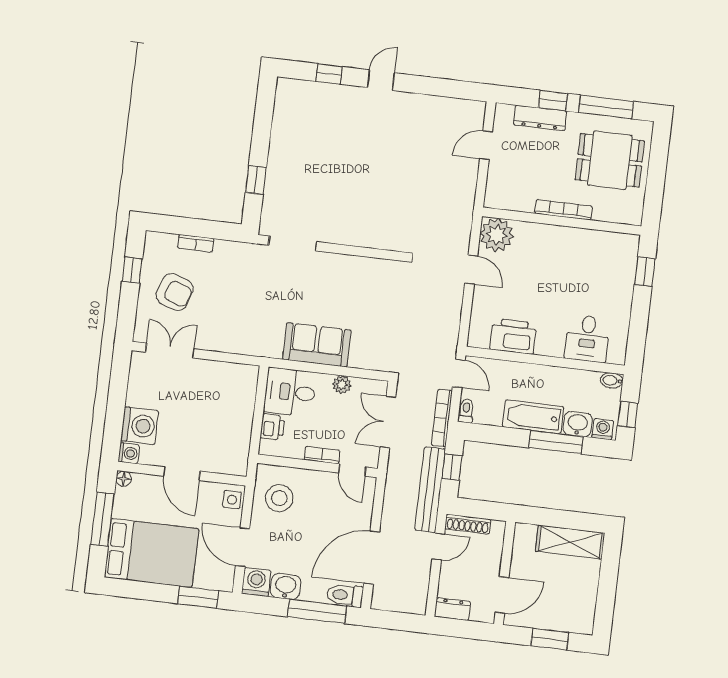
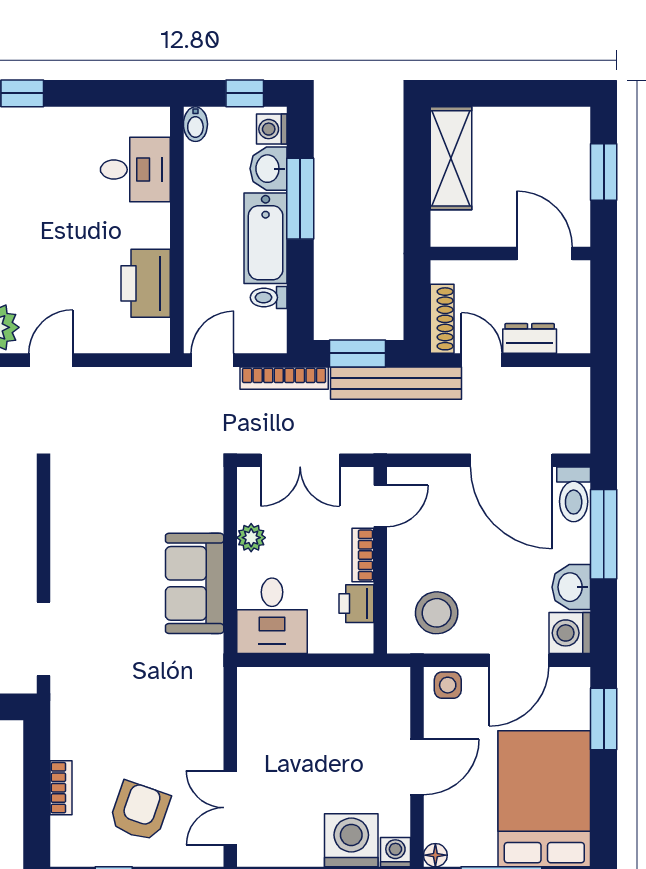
toilet: (466, 411) -> (269, 297), moved
printer: (272, 427) -> (356, 604), moved, turned -90
window: (452, 467) -> (358, 353), width x1.50
dresser: (452, 609) -> (530, 338), moved, turned 90

